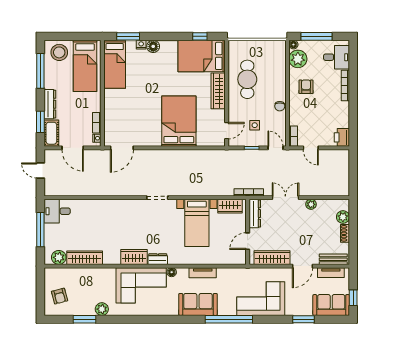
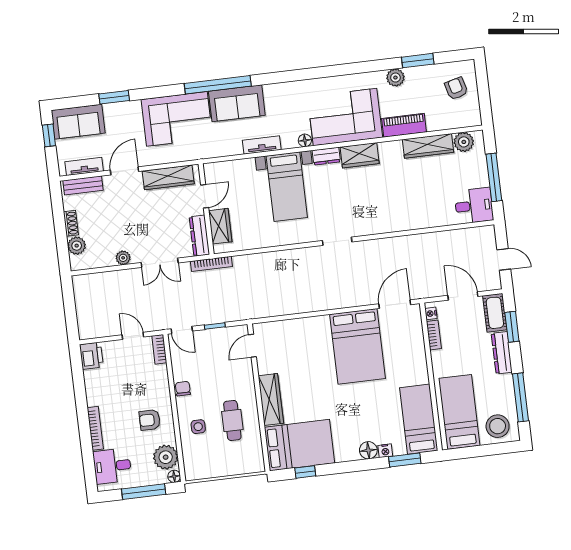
cafe table: (247, 79) -> (232, 420), width x0.73, depth x0.74
armchair: (306, 87) -> (150, 420), turned 90
bed: (179, 121) -> (358, 346), moved
side table: (255, 125) -> (198, 427), moved
wardrobe: (230, 206) -> (220, 226), moved, turned 90
bed with nightstands: (197, 223) -> (287, 187), moved, turned 180
piano: (100, 274) -> (404, 125), added
sofa: (198, 304) -> (237, 103), moved

